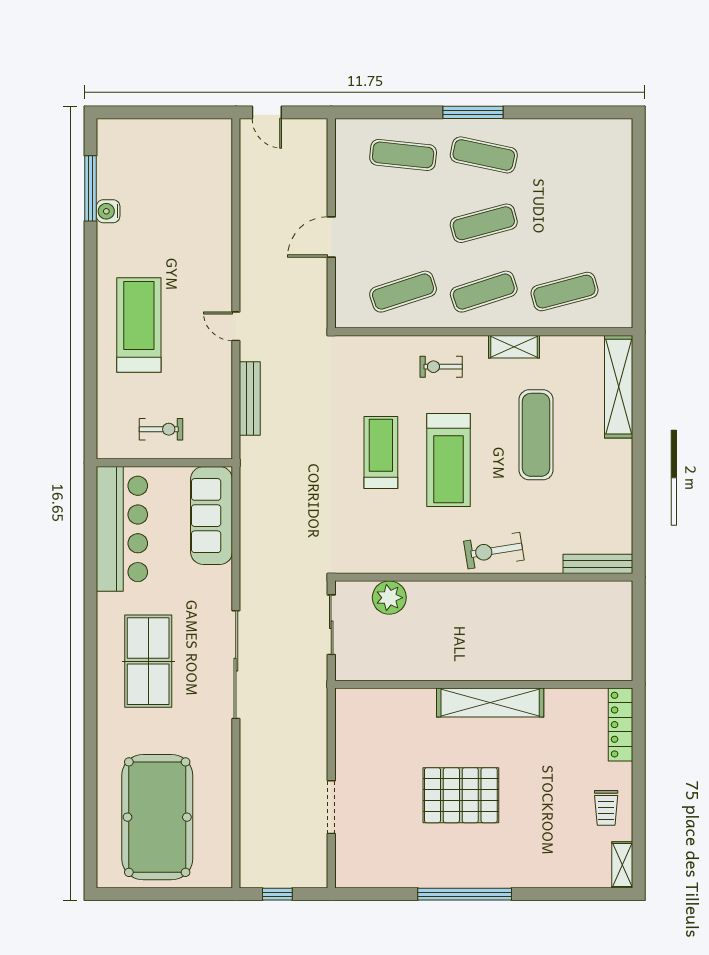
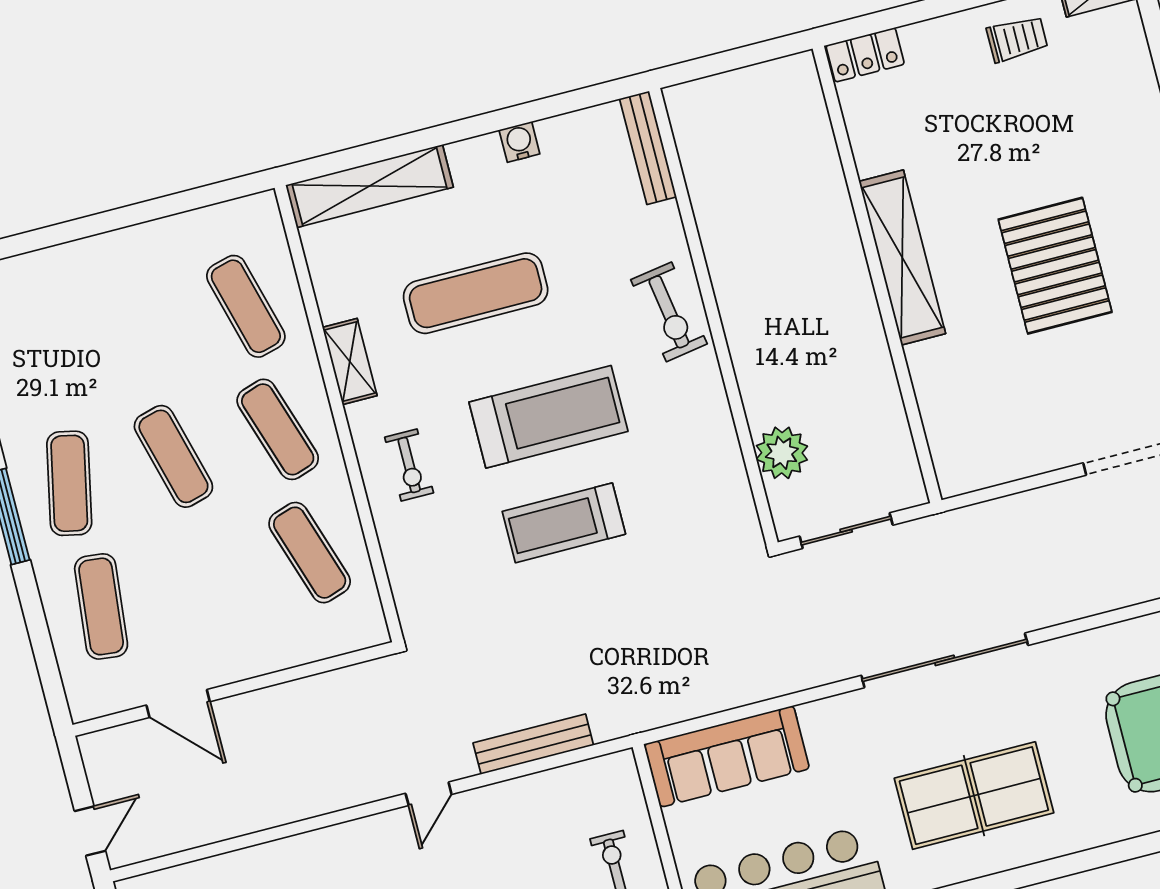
door: (331, 237) -> (178, 703), moved
water cooler: (622, 486) -> (519, 142), added
locker: (621, 725) -> (865, 55), width x0.66

